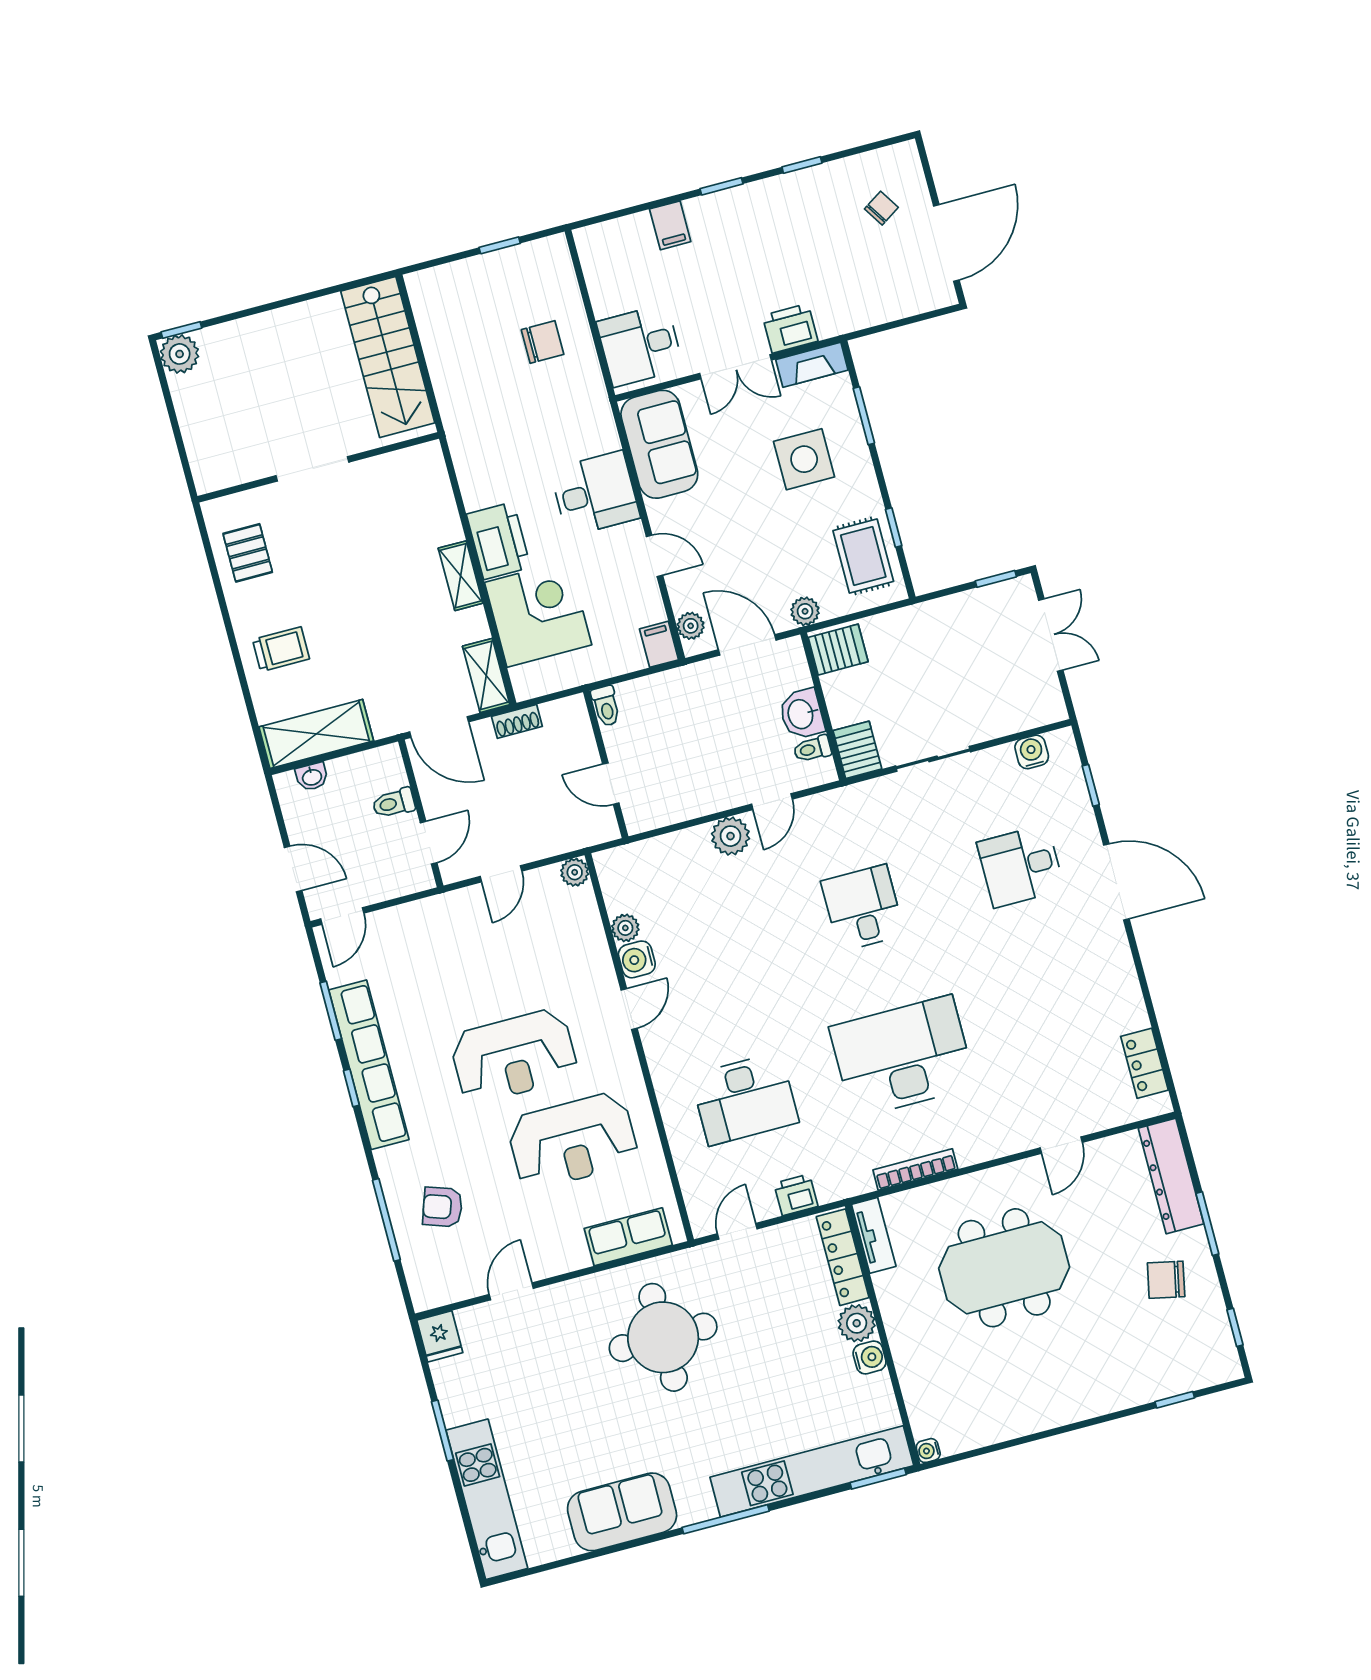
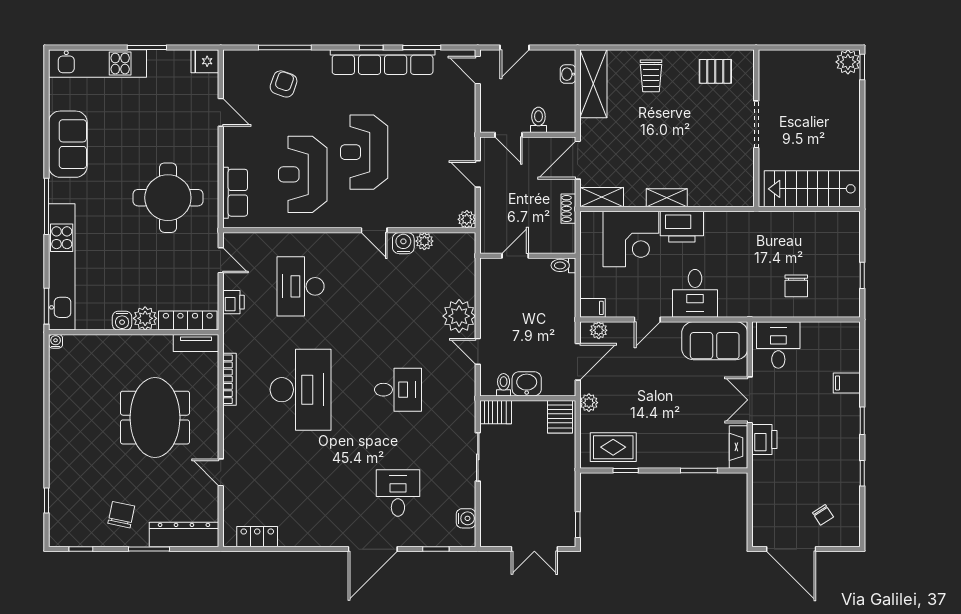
side table: (804, 459) -> (682, 427), removed
plant: (730, 836) -> (459, 316), width x1.36, depth x1.36

